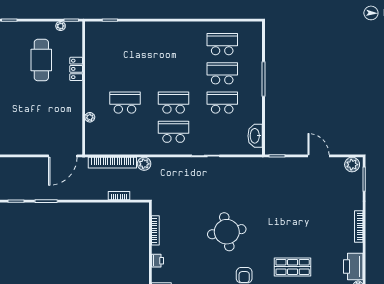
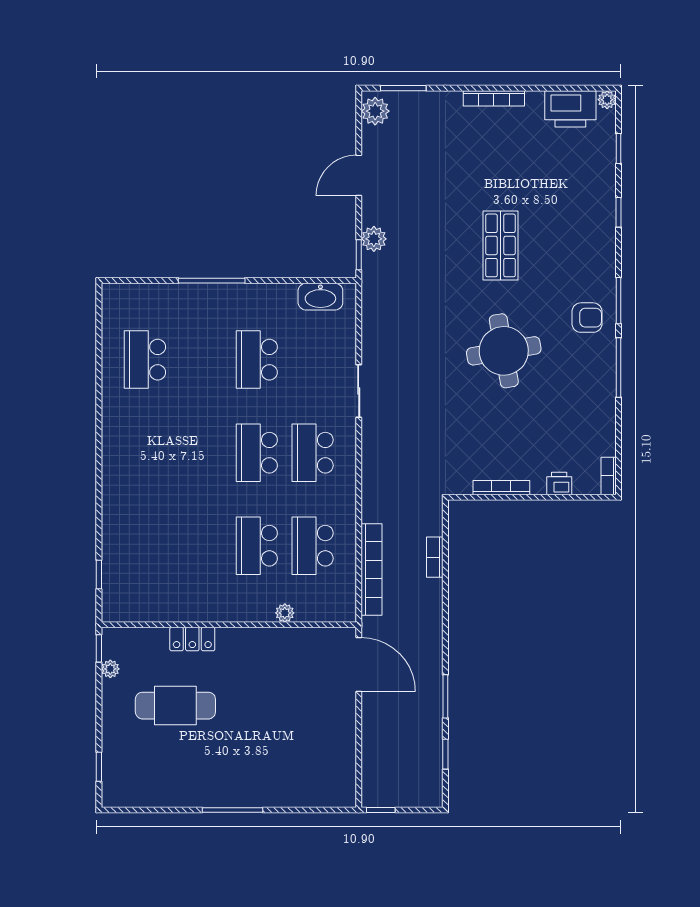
school desk: (222, 73) -> (313, 546), moved
plant: (144, 164) -> (374, 239), moved
shop shelf: (293, 267) -> (501, 245), moved

